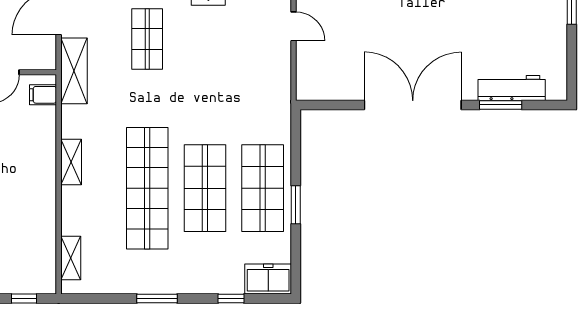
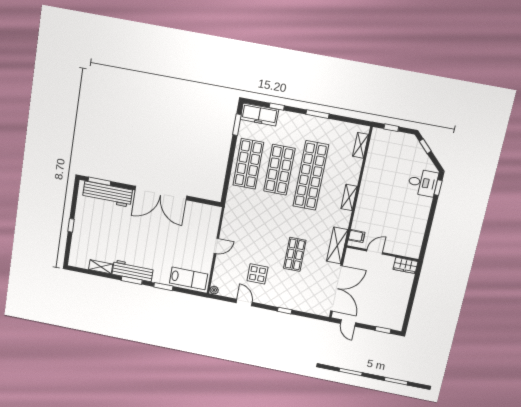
door: (293, 26) -> (216, 246), swing flipped
workbench: (512, 88) -> (107, 194), width x1.36, depth x1.32
window: (501, 105) -> (99, 181), moved
window: (296, 205) -> (237, 125), moved
freezer: (268, 279) -> (259, 115), width x1.40

